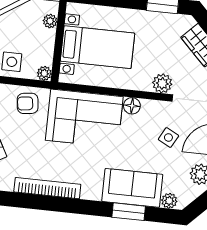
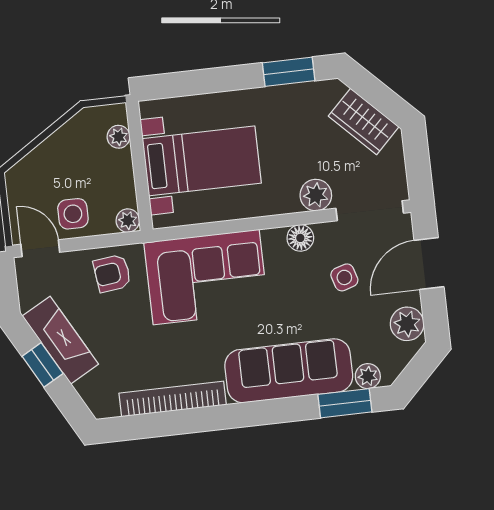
floor lamp: (132, 106) -> (300, 238), moved
side table: (168, 137) -> (344, 277), turned 45
sofa: (132, 188) -> (289, 371), width x1.36
window: (129, 212) -> (345, 403), moved

